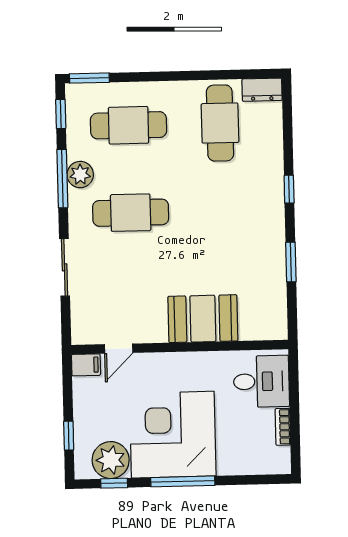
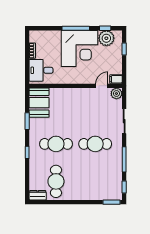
cafe table: (129, 125) -> (56, 144), moved
plant: (80, 175) -> (116, 94), moved
booth: (203, 319) -> (39, 103), moved, turned 90

